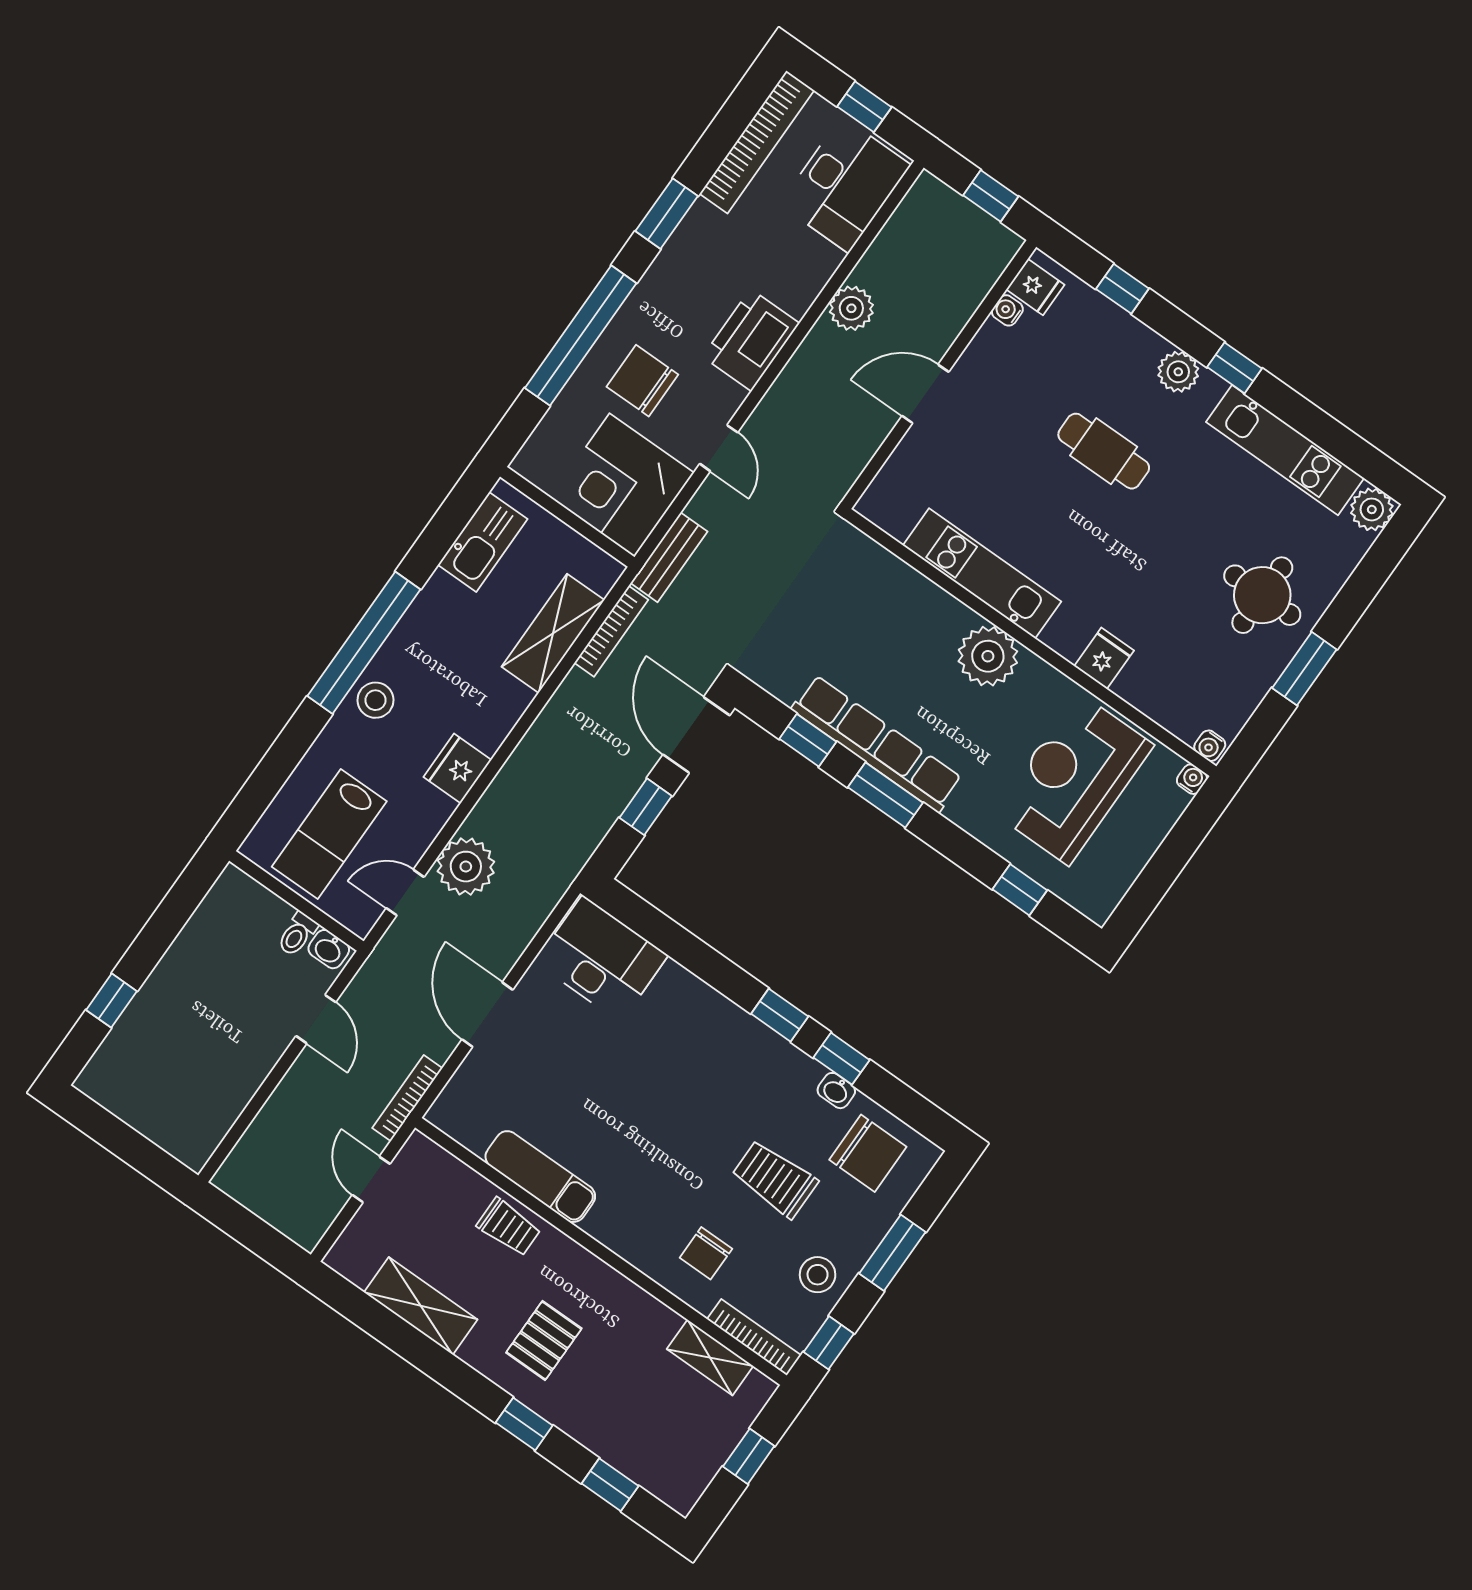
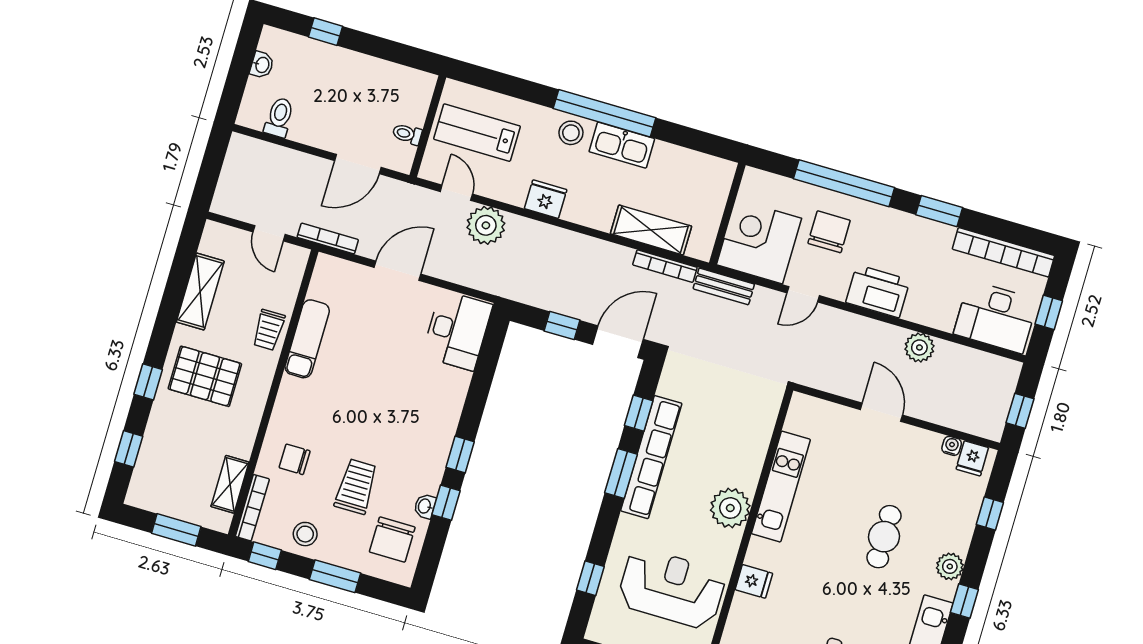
kitchen sink: (483, 542) -> (622, 145), moved
washbasin: (329, 949) -> (262, 65), moved, turned 180
door: (316, 1019) -> (358, 164), width x1.38
toilet: (211, 1108) -> (279, 117), added
door: (371, 1179) -> (269, 233), swing flipped
pallet: (544, 1341) -> (205, 376), width x1.50, depth x1.42
window: (749, 1456) -> (176, 530), width x1.50

